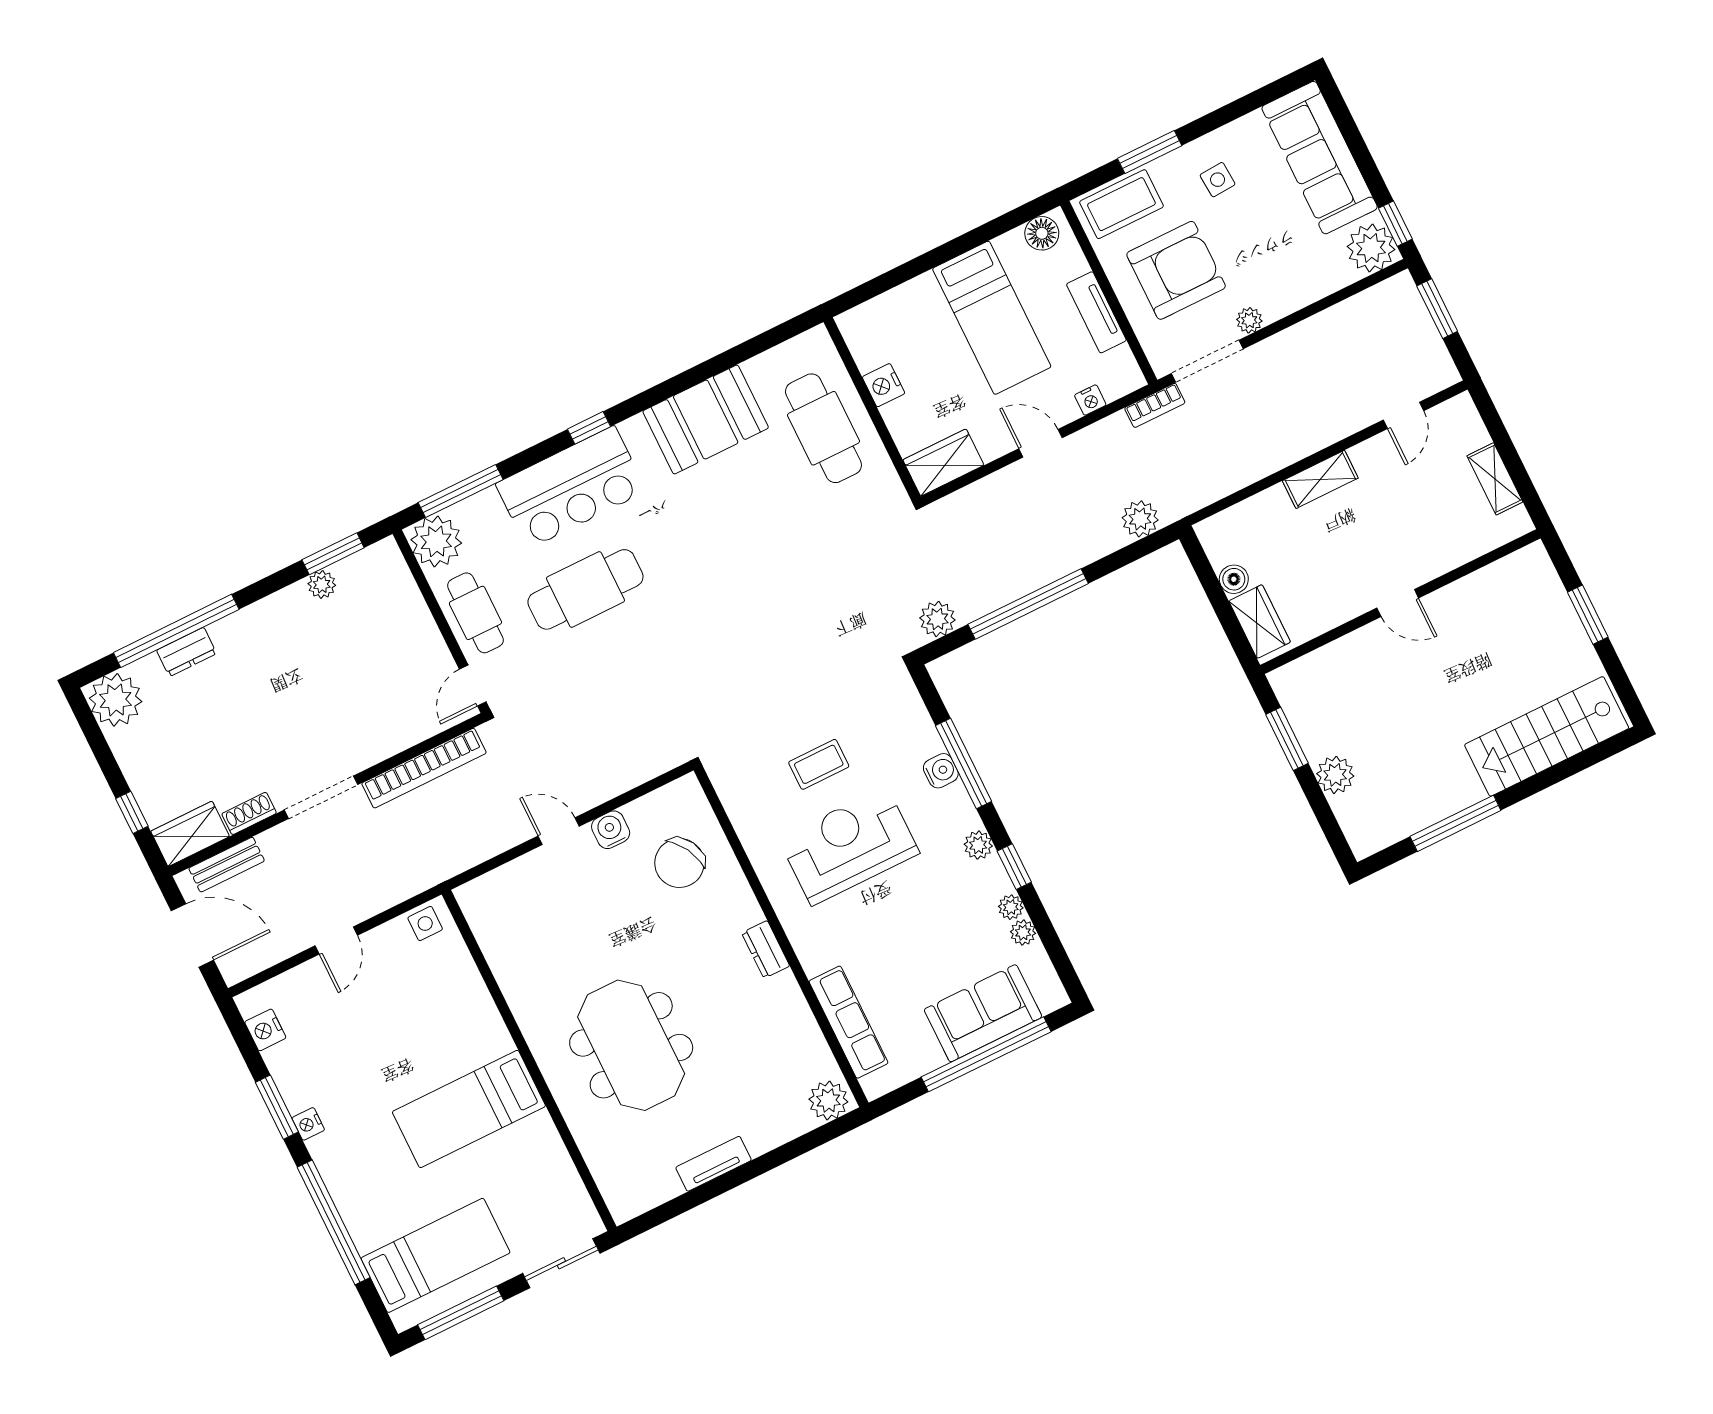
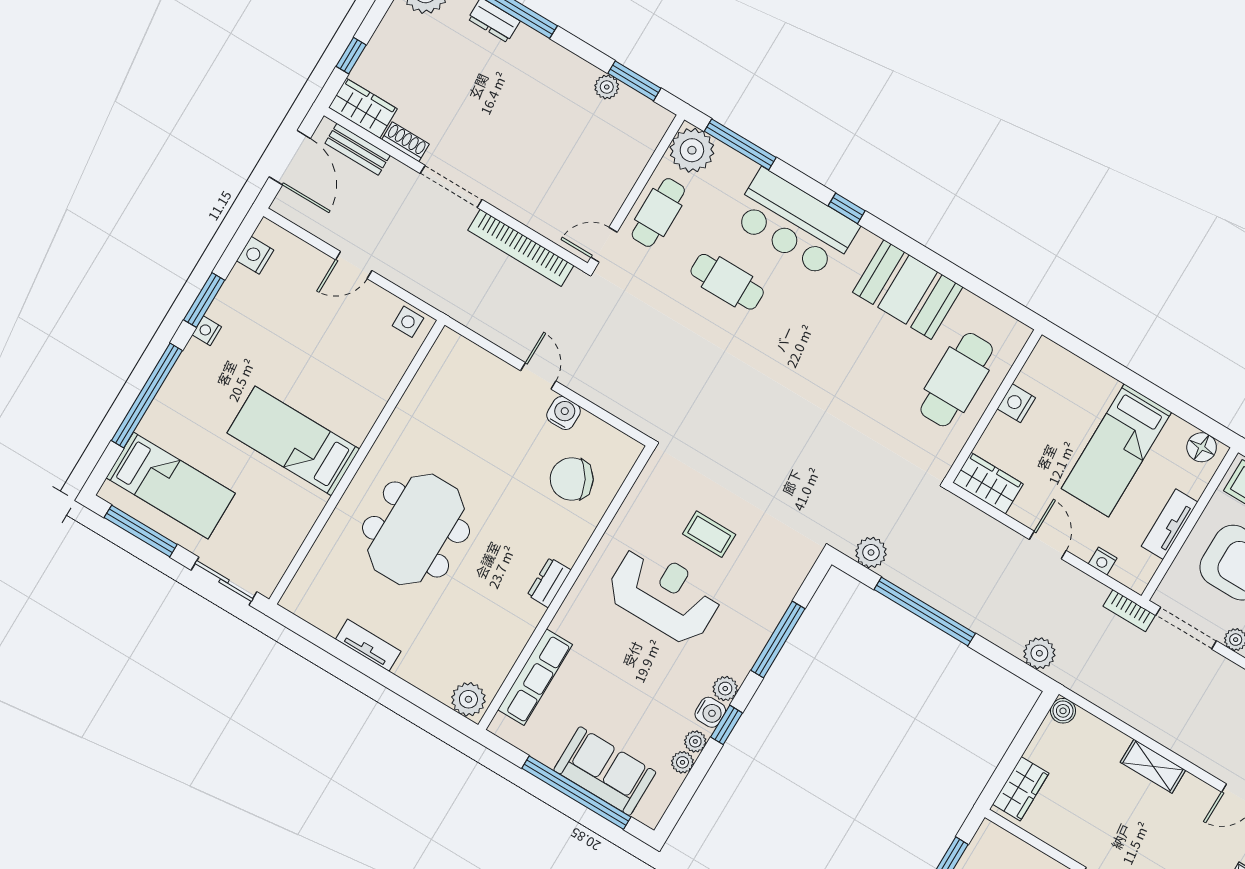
boiler: (1234, 579) -> (1063, 711), moved
cafe table: (585, 589) -> (727, 282), width x0.73, depth x0.74
water cooler: (941, 771) -> (710, 712), moved

